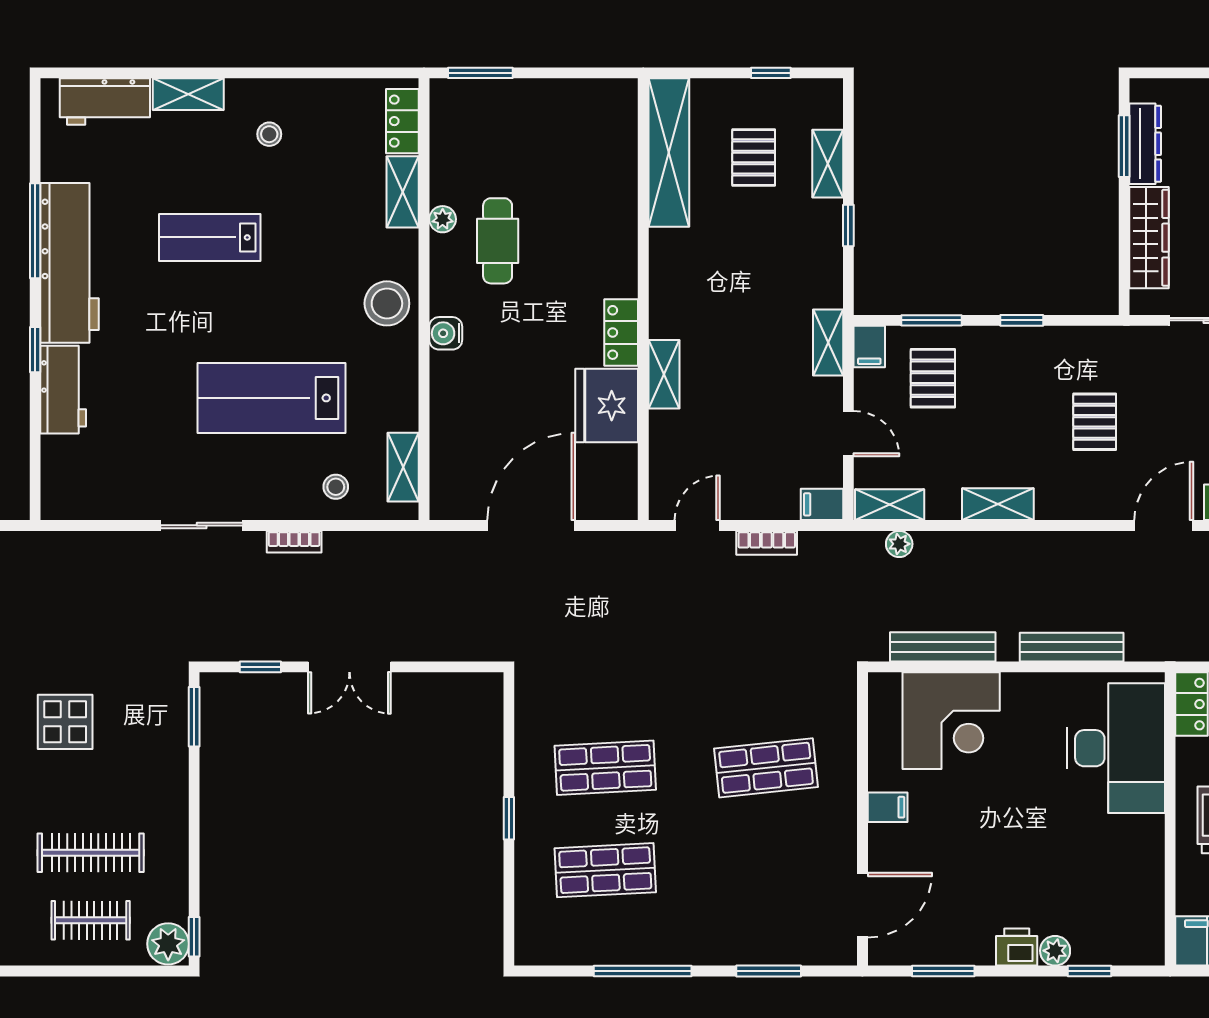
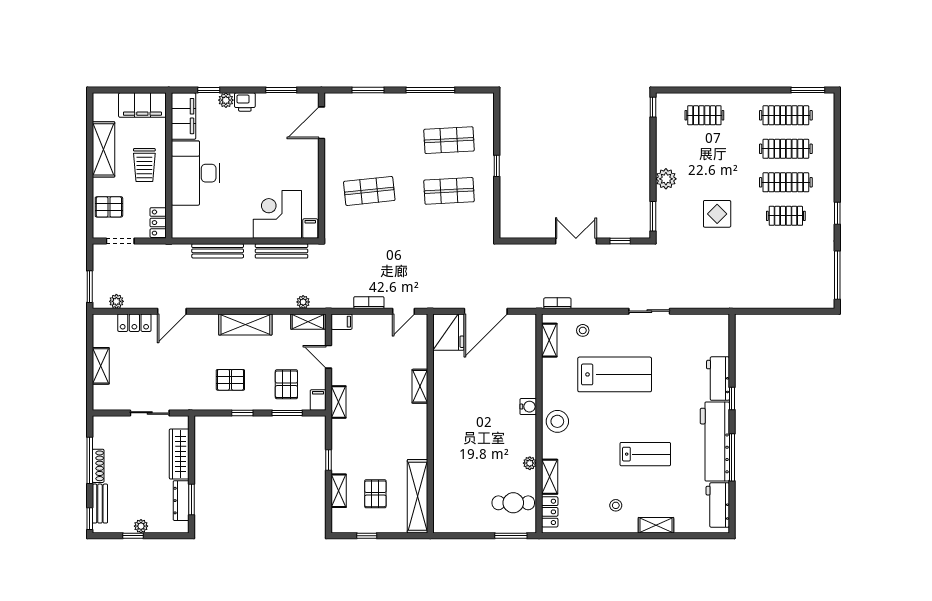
workbench: (105, 101) -> (718, 505), moved, turned -90
cafe table: (498, 241) -> (513, 503), moved, turned 90
locker: (621, 332) -> (441, 407), removed
fridge: (607, 406) -> (448, 332), moved
pallet: (1095, 422) -> (230, 380), moved, turned 90
shelving: (998, 504) -> (245, 324), width x1.50, depth x1.33
bookcase: (294, 542) -> (557, 303), moved
desk: (1116, 748) -> (196, 173), moved
filing cabinet: (888, 807) -> (310, 229), moved, turned 90
clothes rail: (91, 853) -> (704, 149), removed
filing cabinet: (1140, 919) -> (183, 116), added
plant: (168, 944) -> (666, 179), moved

